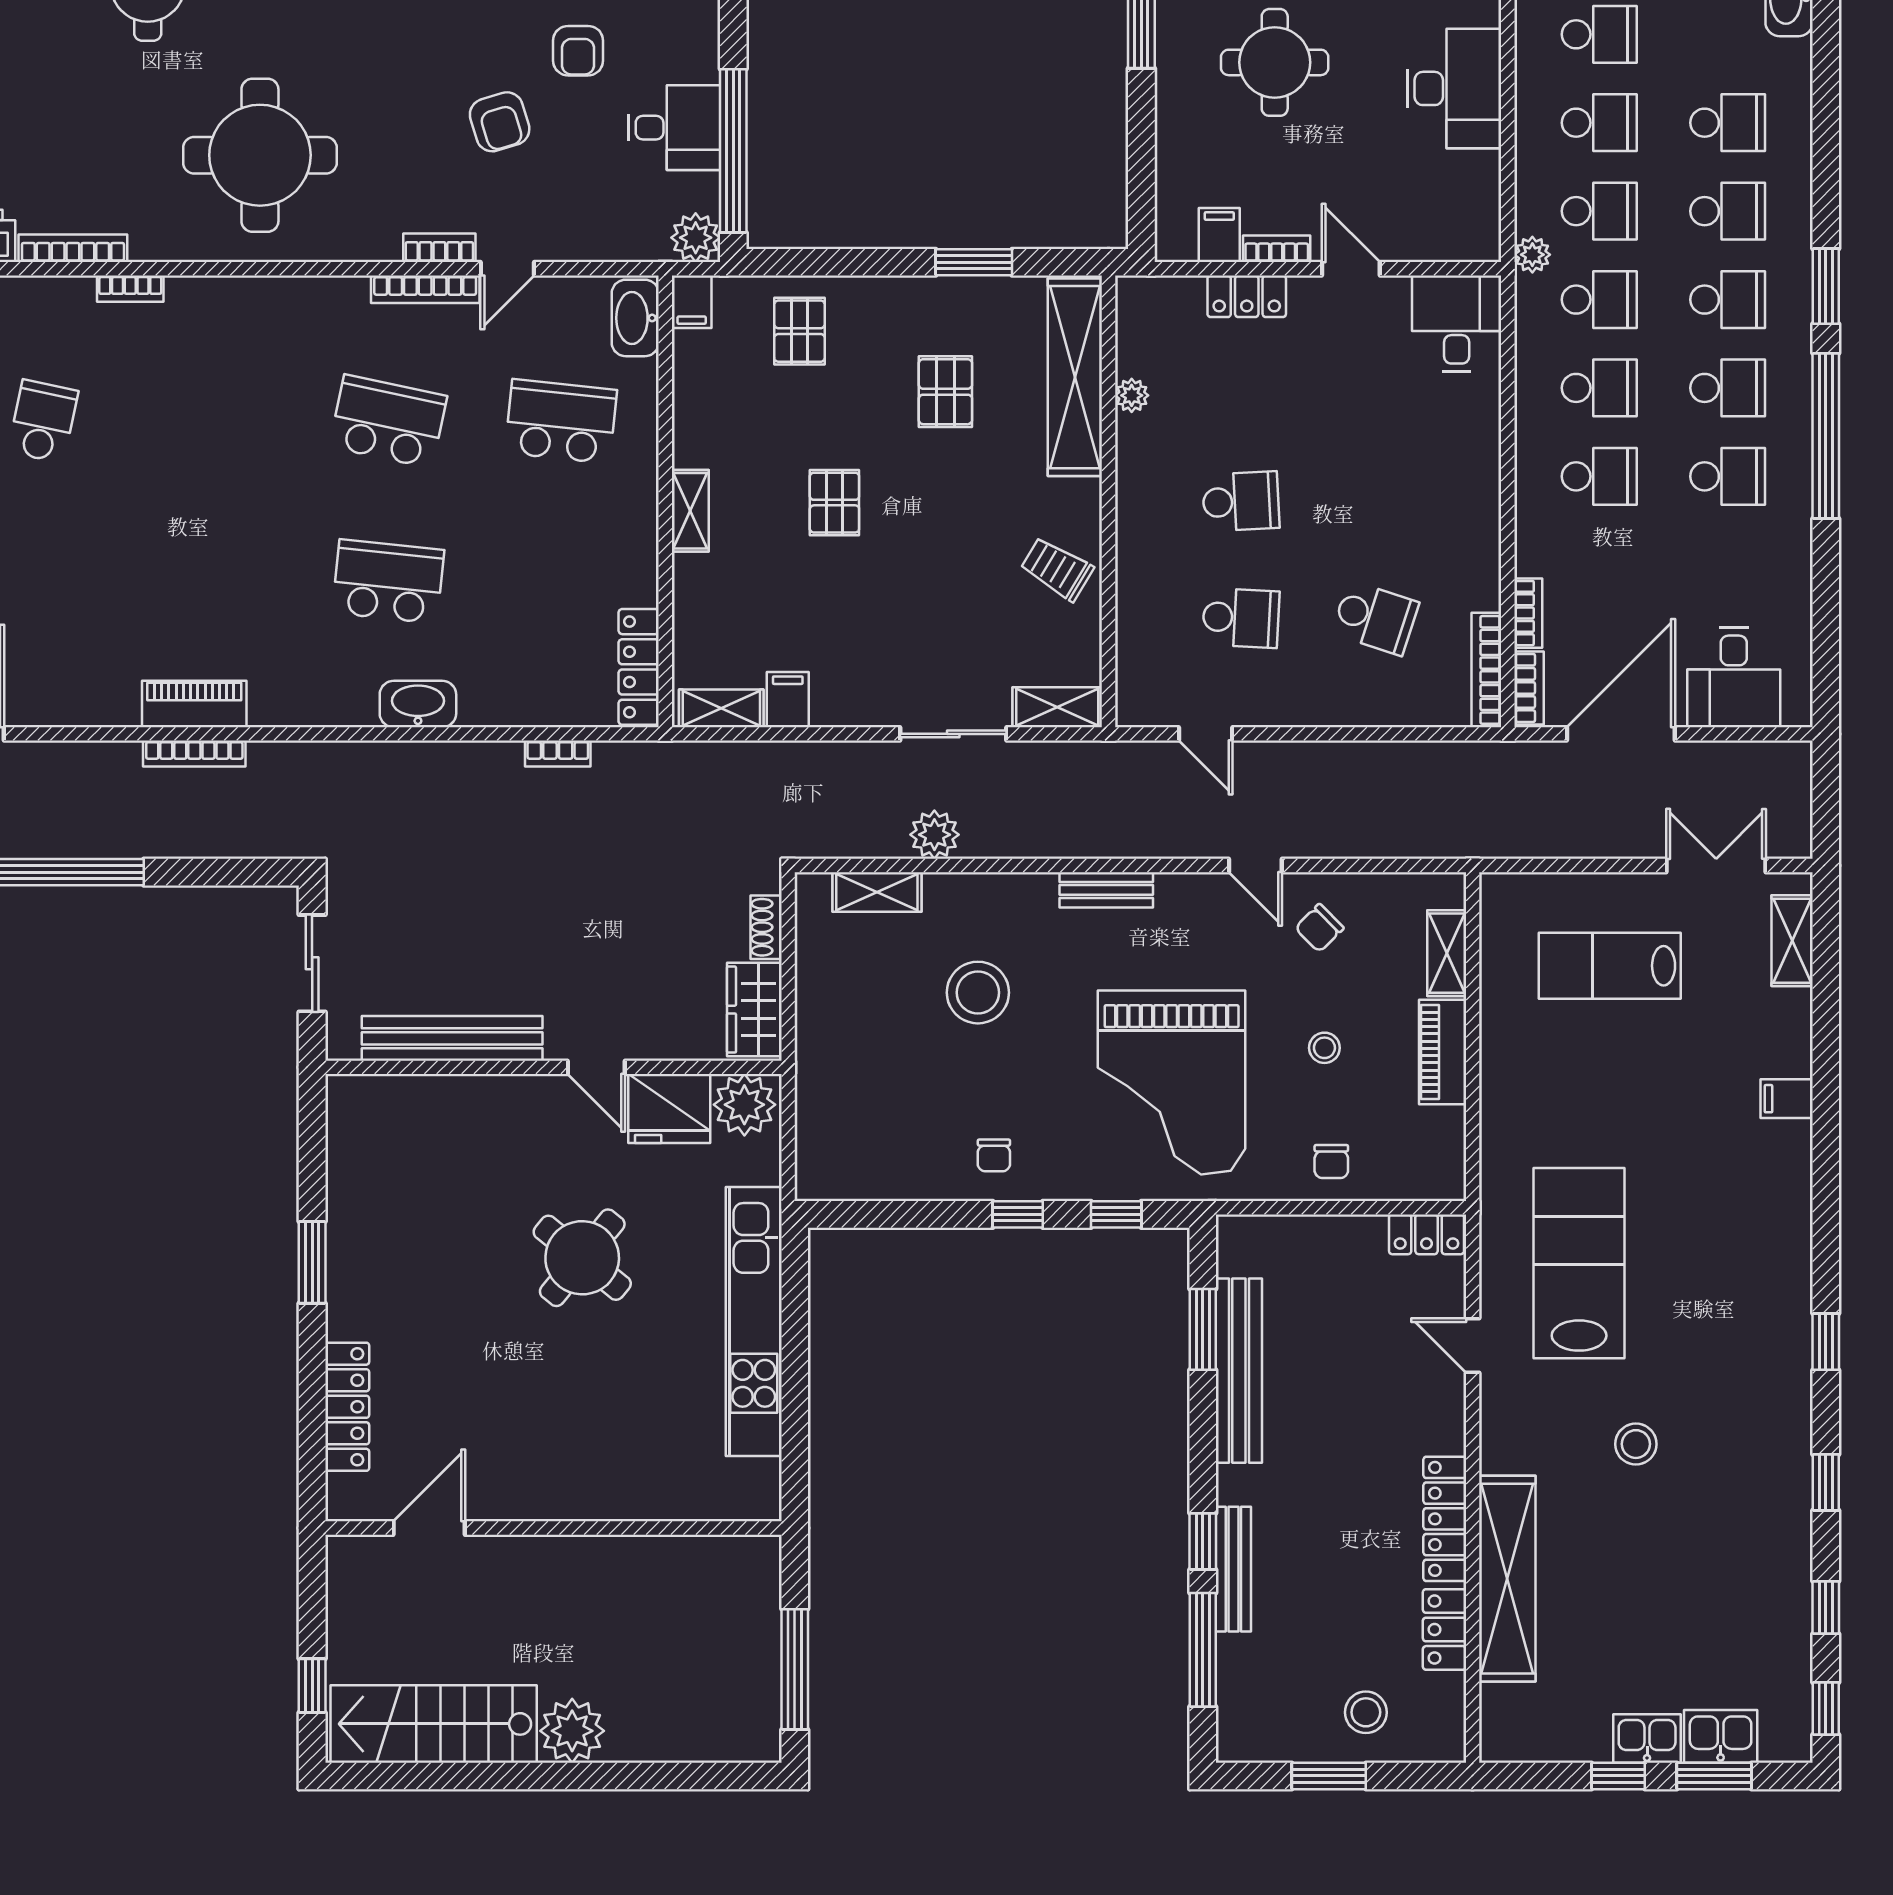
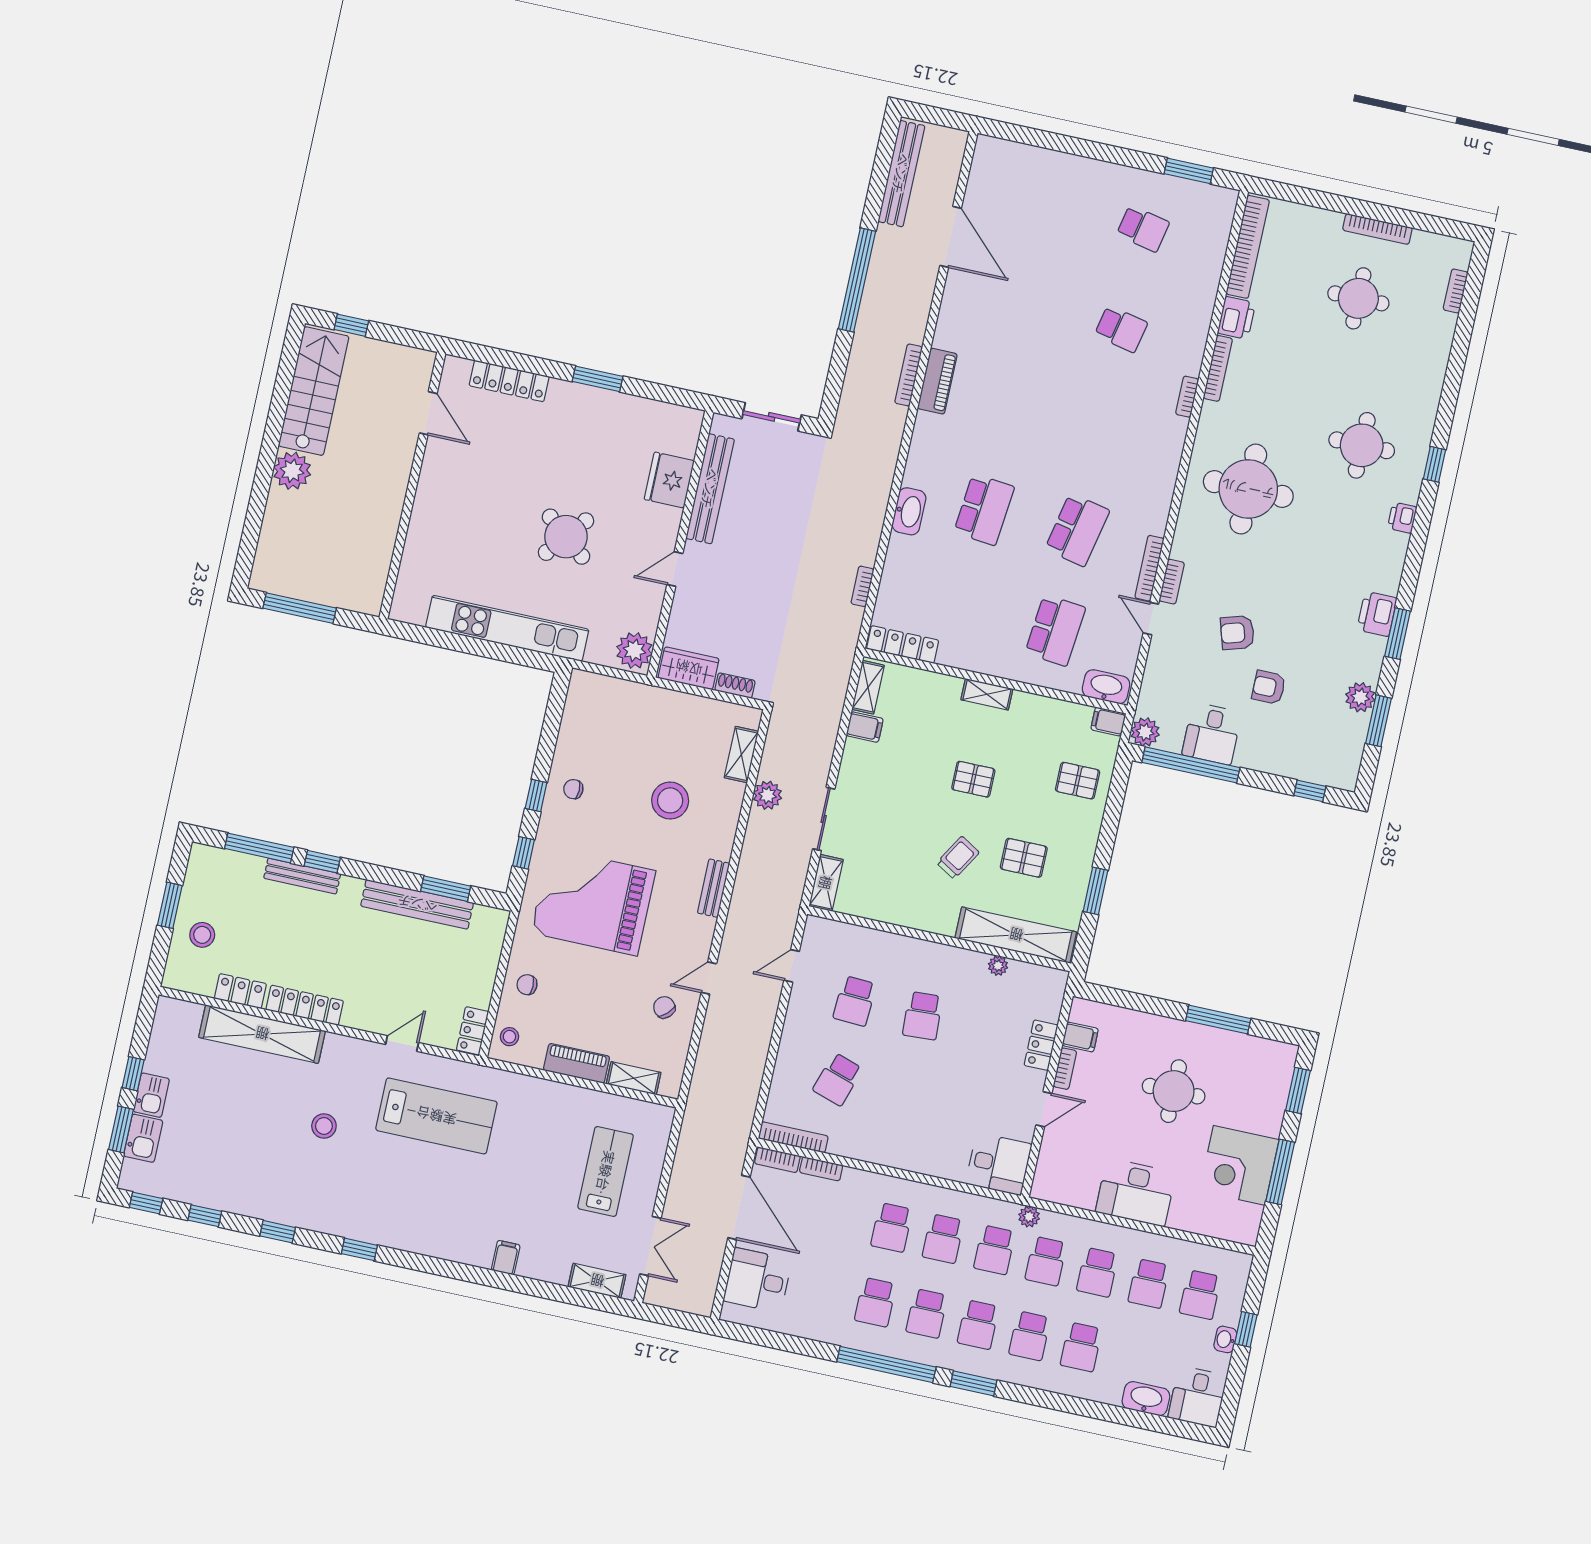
trolley: (1057, 569) -> (958, 858), moved
stool: (1324, 1048) -> (509, 1037), moved
fridge: (669, 1109) -> (669, 480), moved

